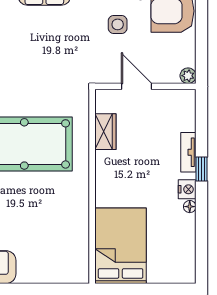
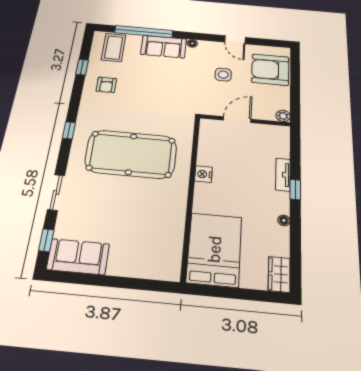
door: (137, 86) -> (237, 120), hinge flipped
wardrobe: (105, 132) -> (279, 274), moved, turned 180
nightstand: (187, 189) -> (203, 174), moved, turned 180

